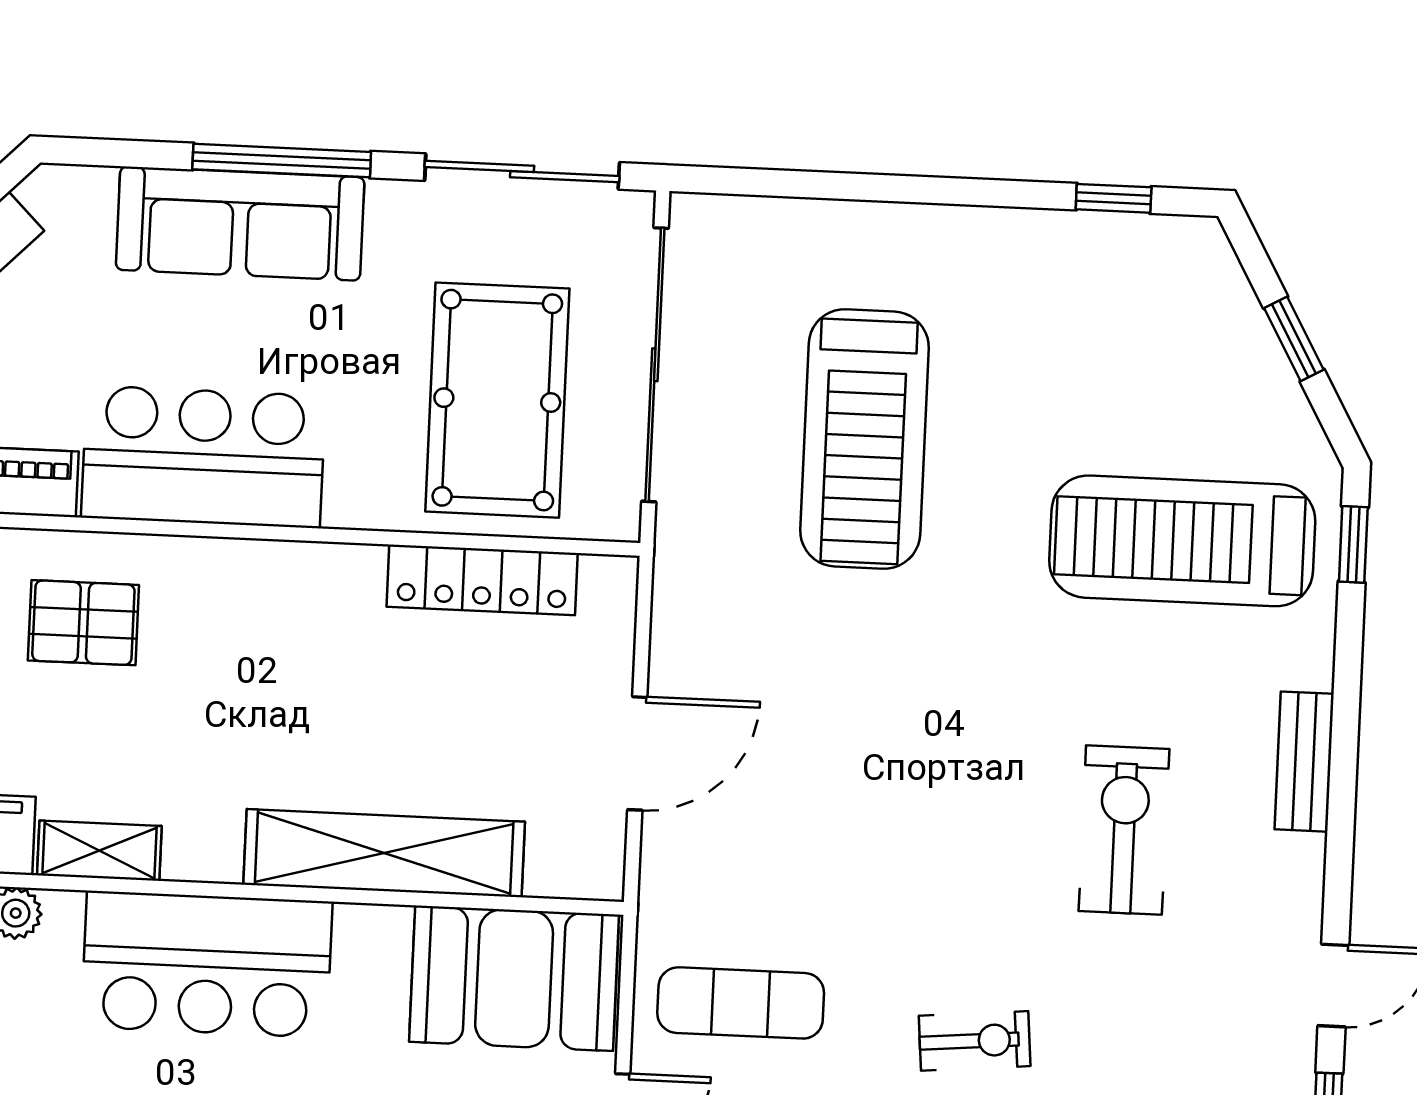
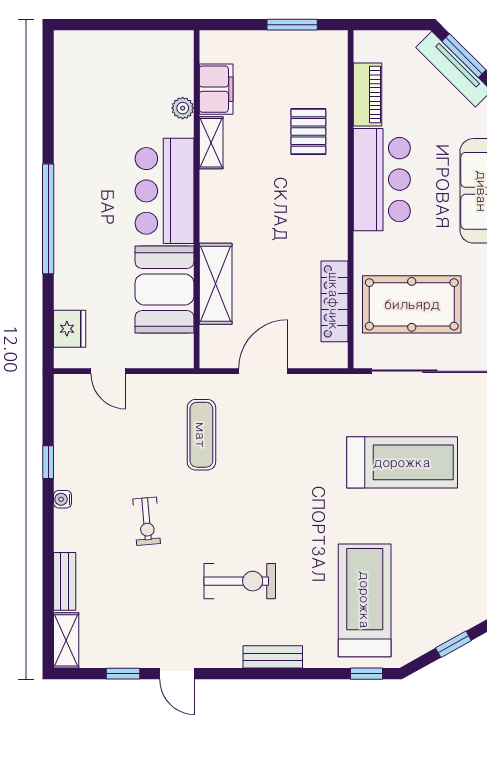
treadmill: (864, 439) -> (402, 462), turned 180
door: (637, 753) -> (263, 371), swing flipped
shelving: (384, 853) -> (216, 284), width x0.68
booth: (514, 978) -> (164, 289), moved
exercise mat: (741, 1003) -> (201, 435), moved

